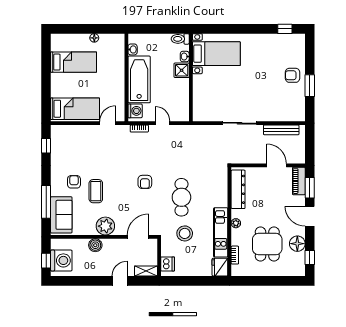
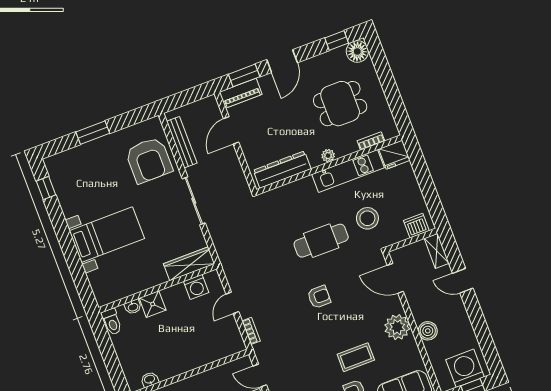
bed with nightstands: (216, 54) -> (107, 235), moved, turned 90
armchair: (293, 75) -> (149, 160), moved, width x1.88, depth x1.88
bathtub: (139, 79) -> (186, 356), removed
window: (310, 86) -> (93, 133), moved
wardrobe: (199, 104) -> (189, 264), added
washing machine: (135, 111) -> (196, 287), moved, turned 180
floor lamp: (297, 244) -> (357, 51), moved

